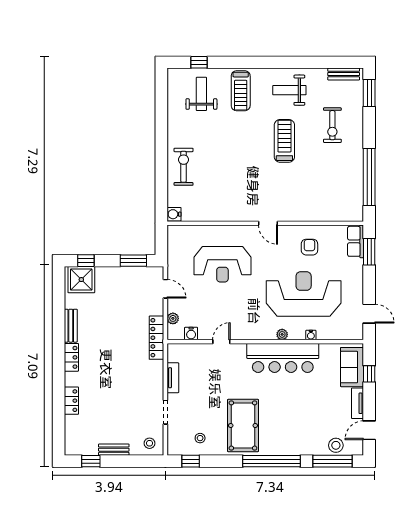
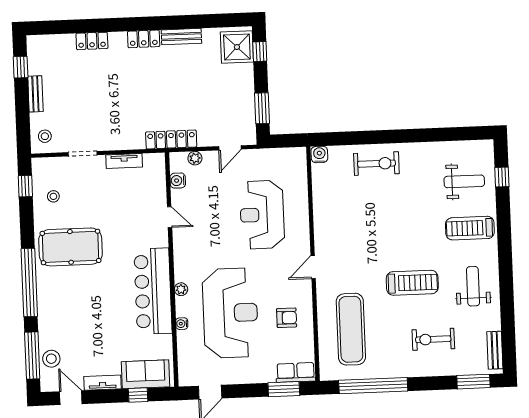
exercise mat: (321, 194) -> (351, 329), added

